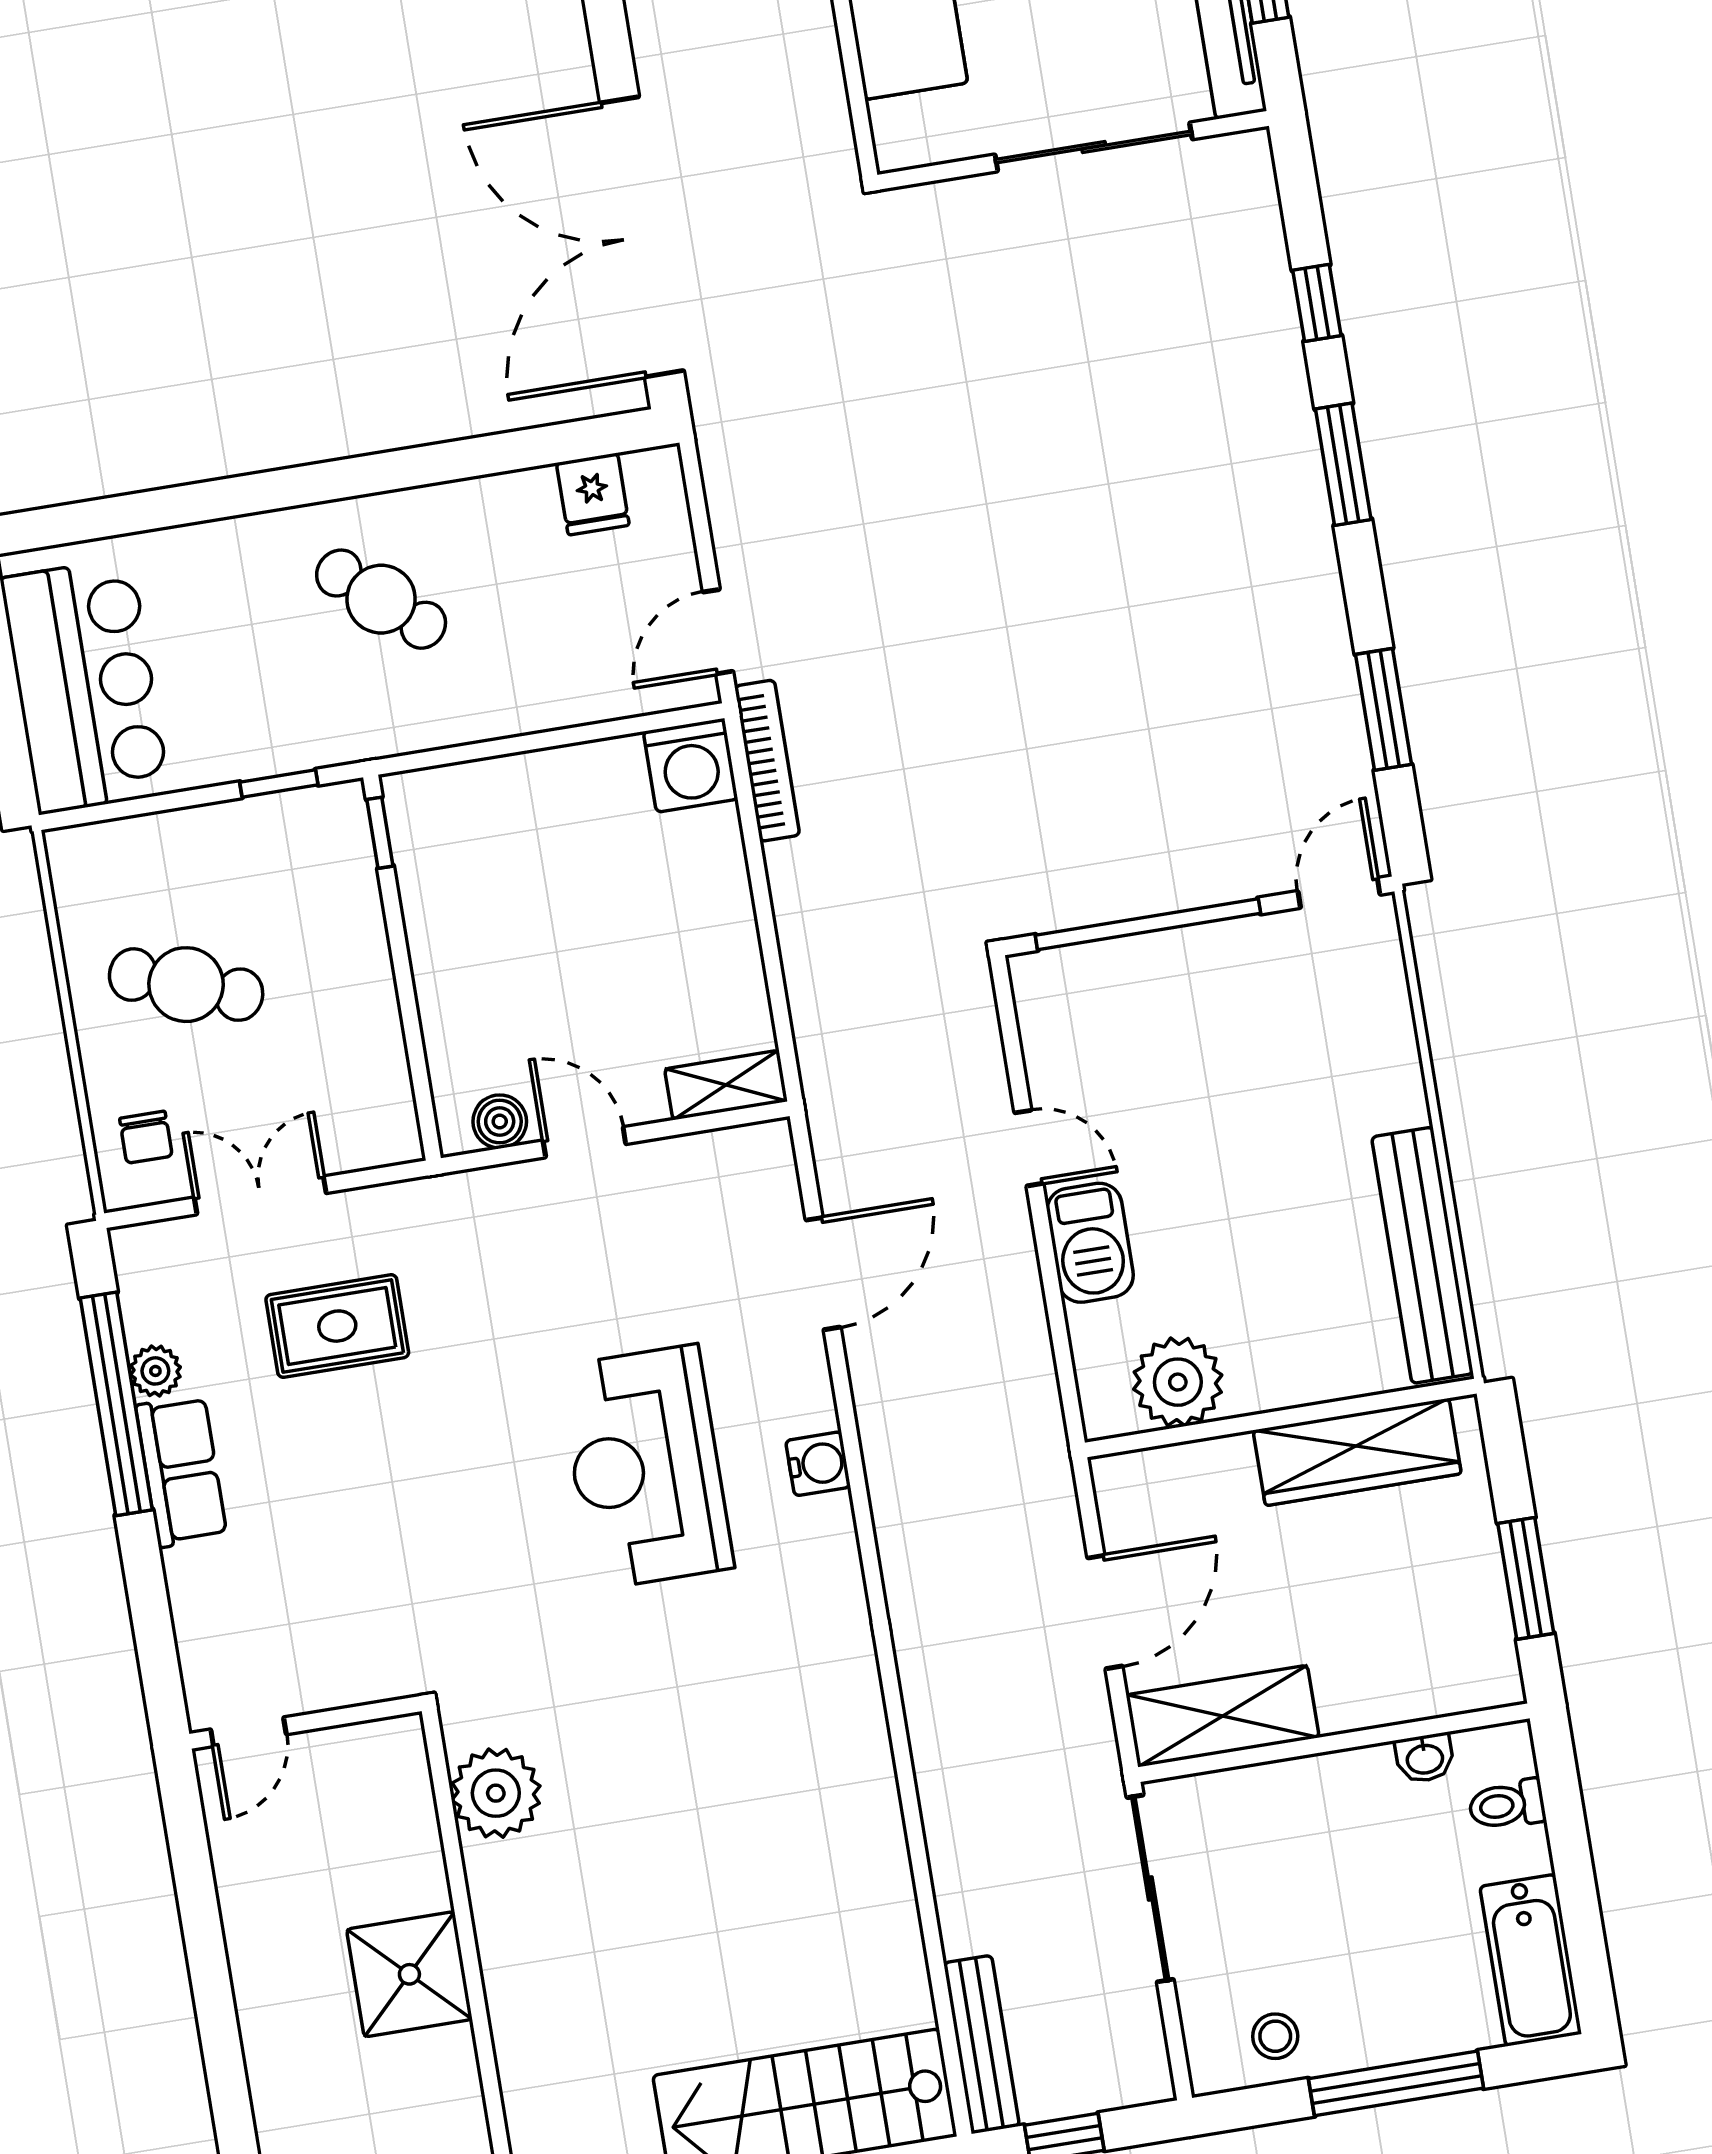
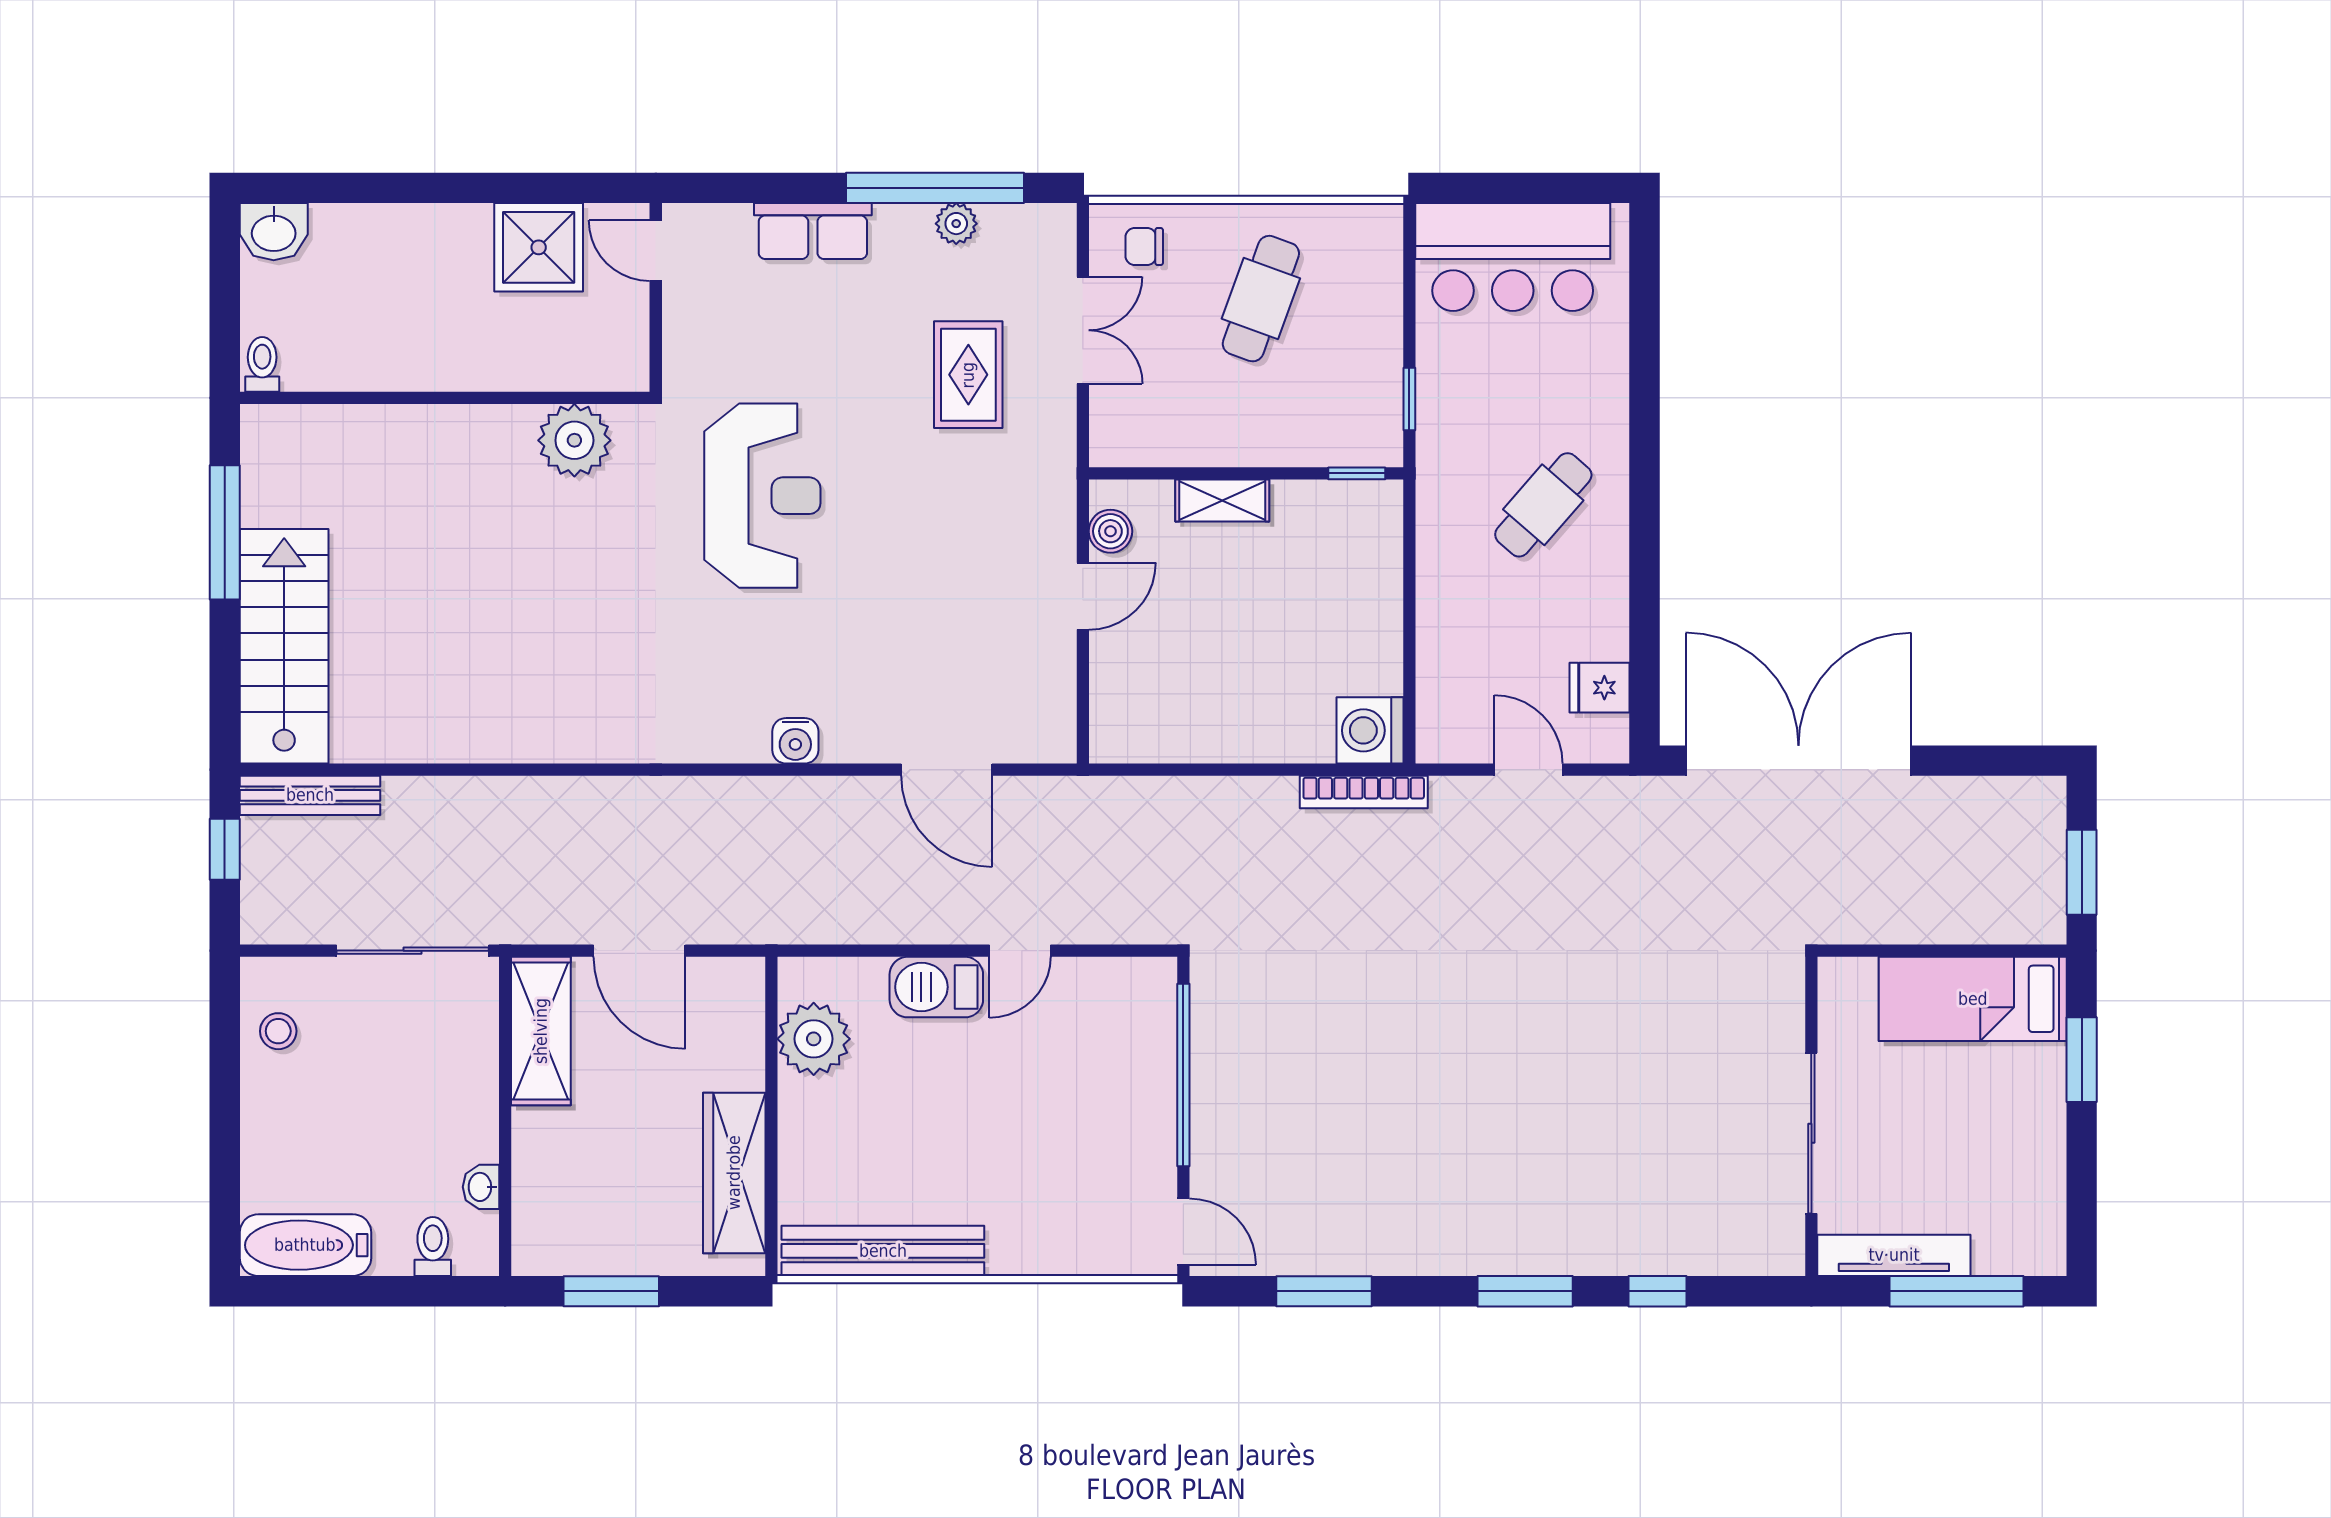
door: (718, 632) -> (1528, 770), moved
shelving: (726, 1085) -> (1222, 500), moved, turned 90
reception desk: (646, 1467) -> (762, 496), moved, turned 90
row of seats: (181, 1471) -> (813, 231), moved
shower: (409, 1974) -> (539, 247), moved
window: (1396, 2083) -> (225, 1121), removed

